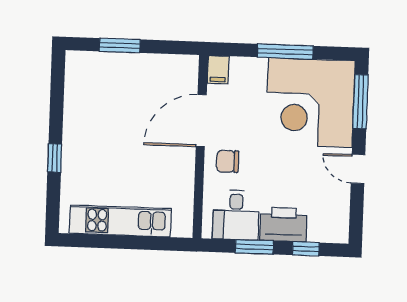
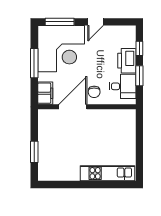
filing cabinet: (218, 70) -> (45, 93), width x2.00
door: (201, 121) -> (73, 107), swing flipped
window: (55, 158) -> (96, 184), removed
kitchen unit: (120, 221) -> (108, 173), moved, turned 90

